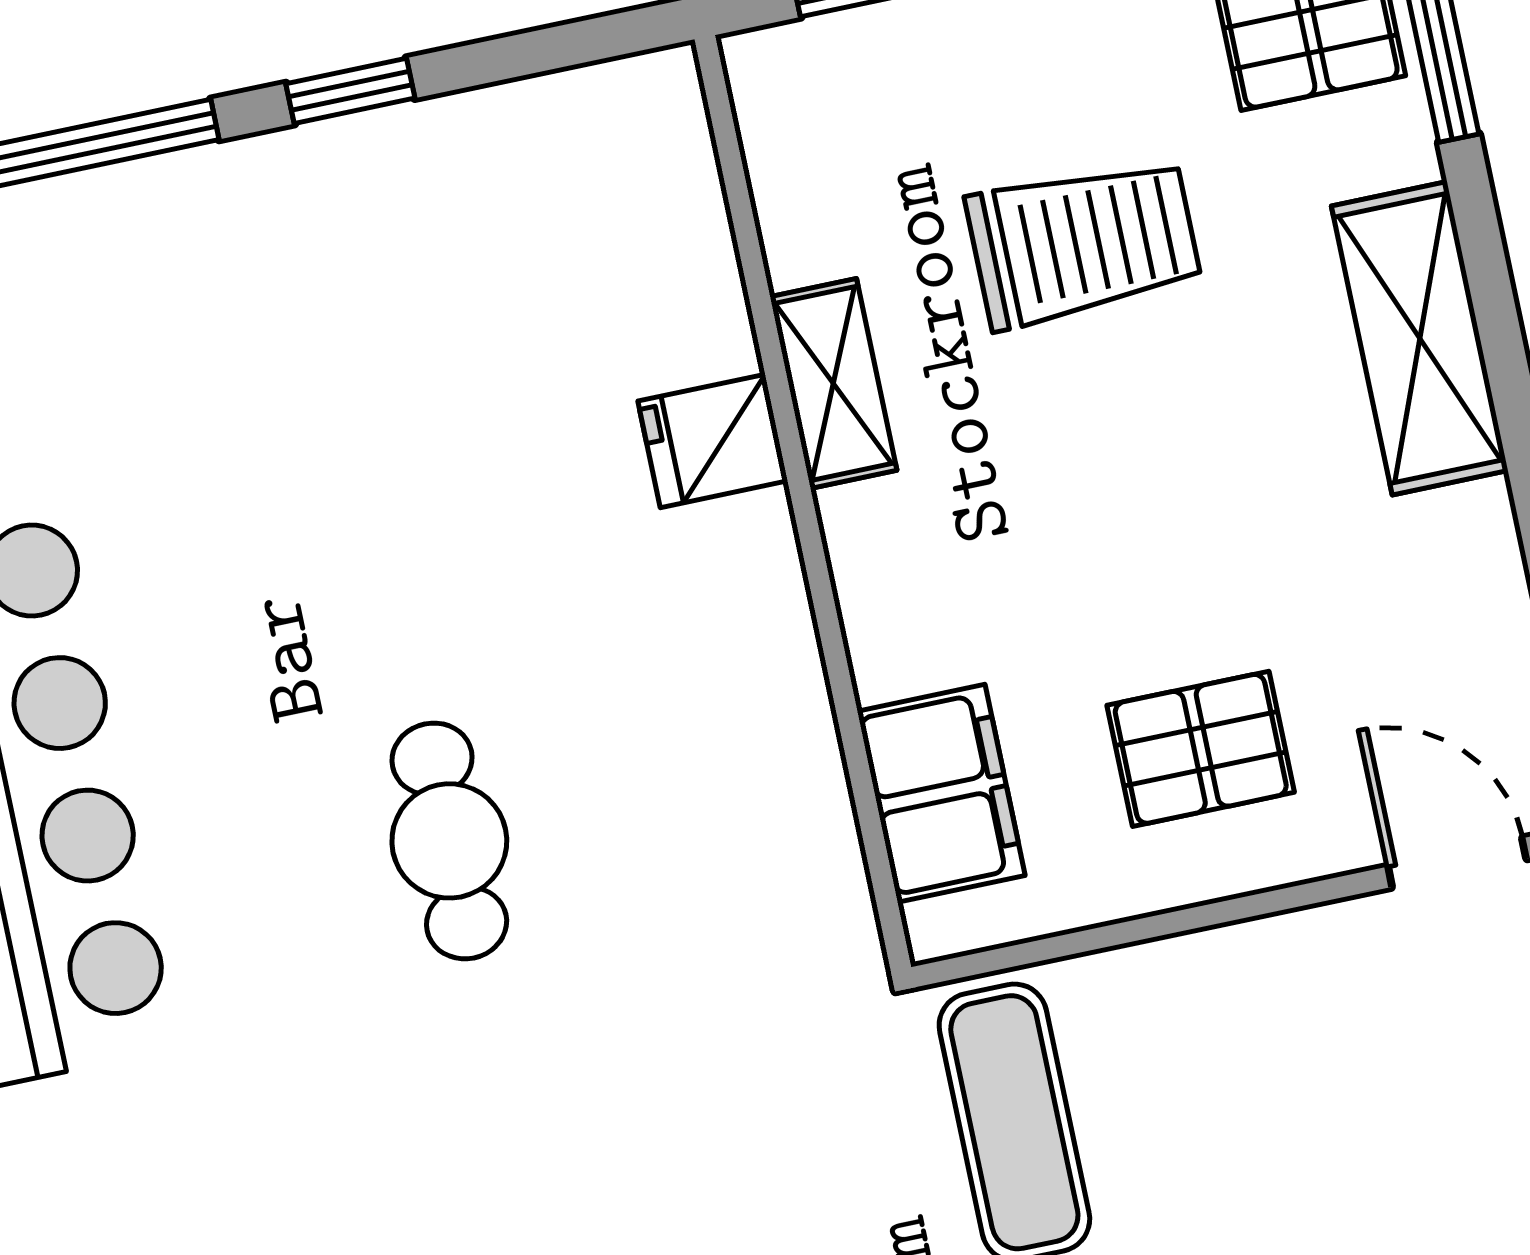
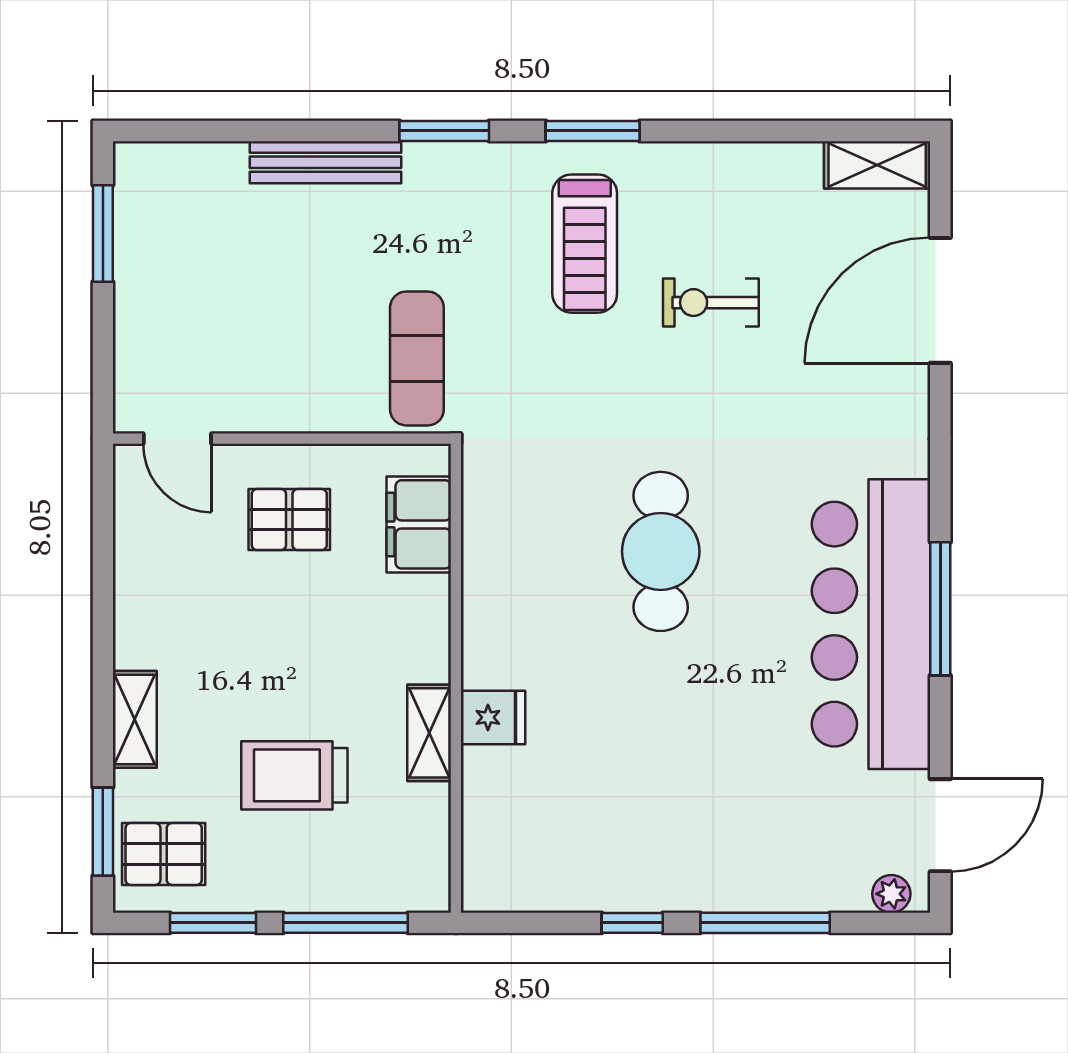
shelving: (1420, 338) -> (135, 719), width x0.67, depth x0.75
cafe table: (449, 841) -> (661, 551), width x1.37, depth x1.35

